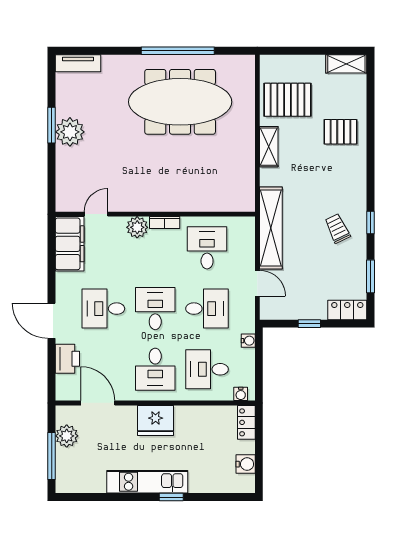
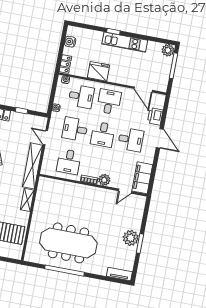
shelving: (269, 147) -> (27, 200), moved
fridge: (156, 420) -> (98, 71), moved
plant: (67, 436) -> (168, 50), moved

